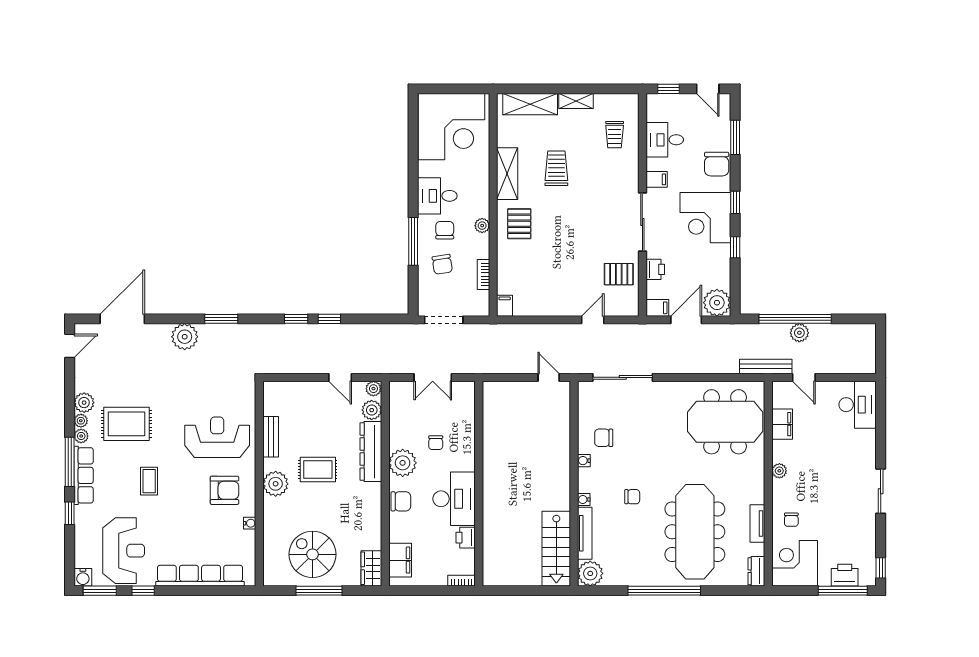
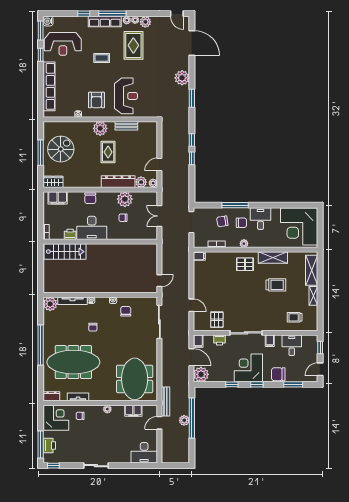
plant: (403, 463) -> (125, 199), moved
stairs: (556, 549) -> (65, 252), moved, turned 180

